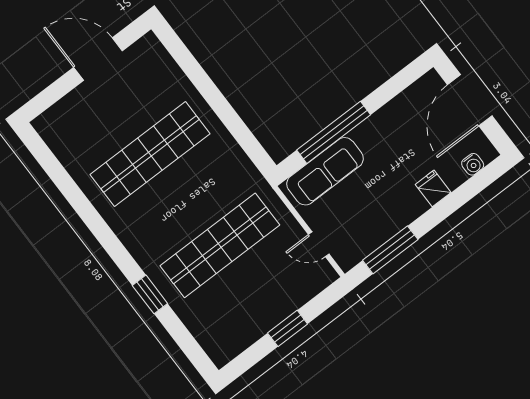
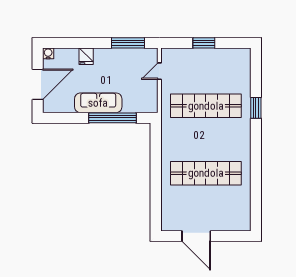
water cooler: (473, 164) -> (48, 53), moved
sofa: (325, 171) -> (98, 103), moved
door: (319, 244) -> (159, 71), swing flipped

